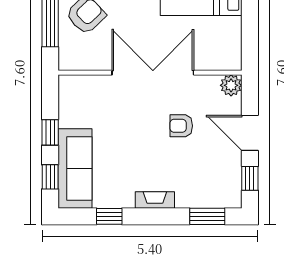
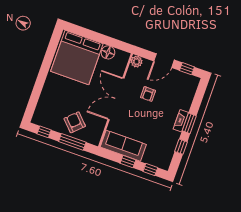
floor lamp: (229, 30) -> (108, 52), added
sofa: (75, 169) -> (123, 146), moved
window: (207, 216) -> (189, 123), moved

